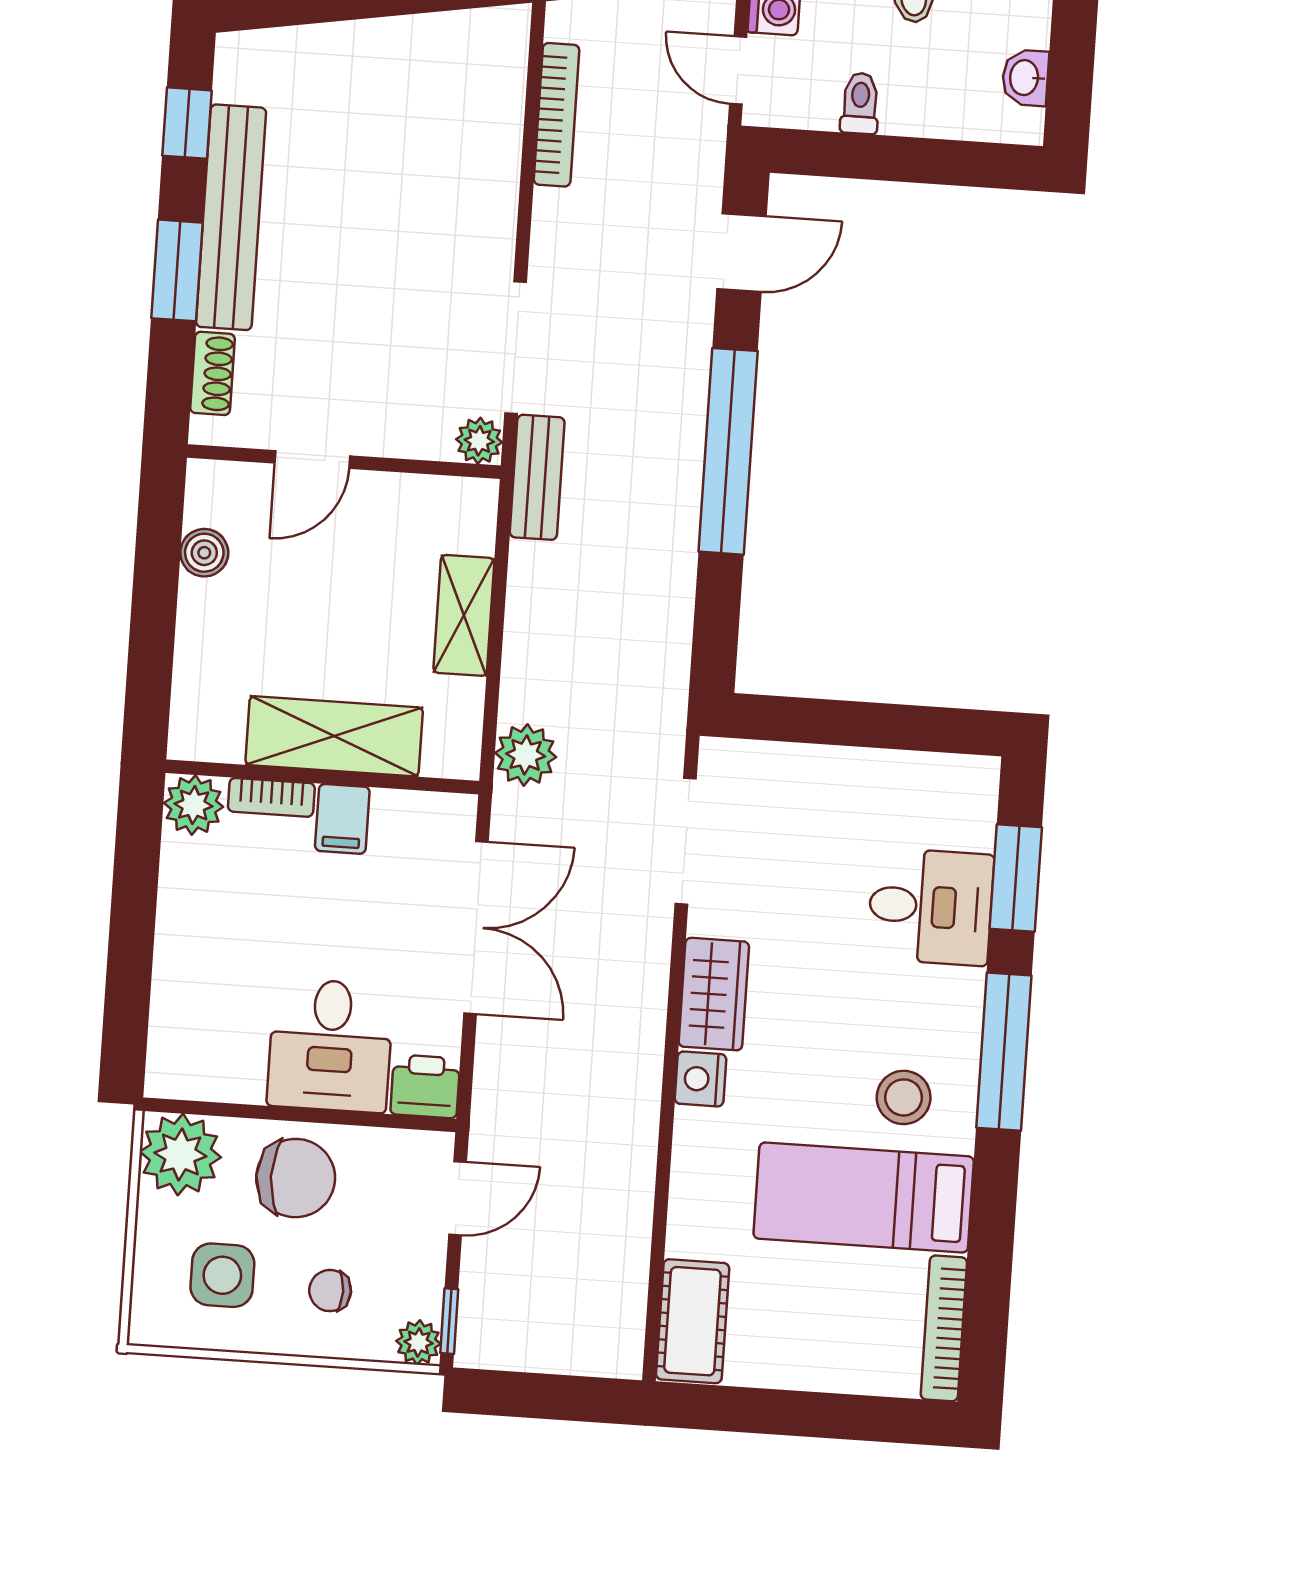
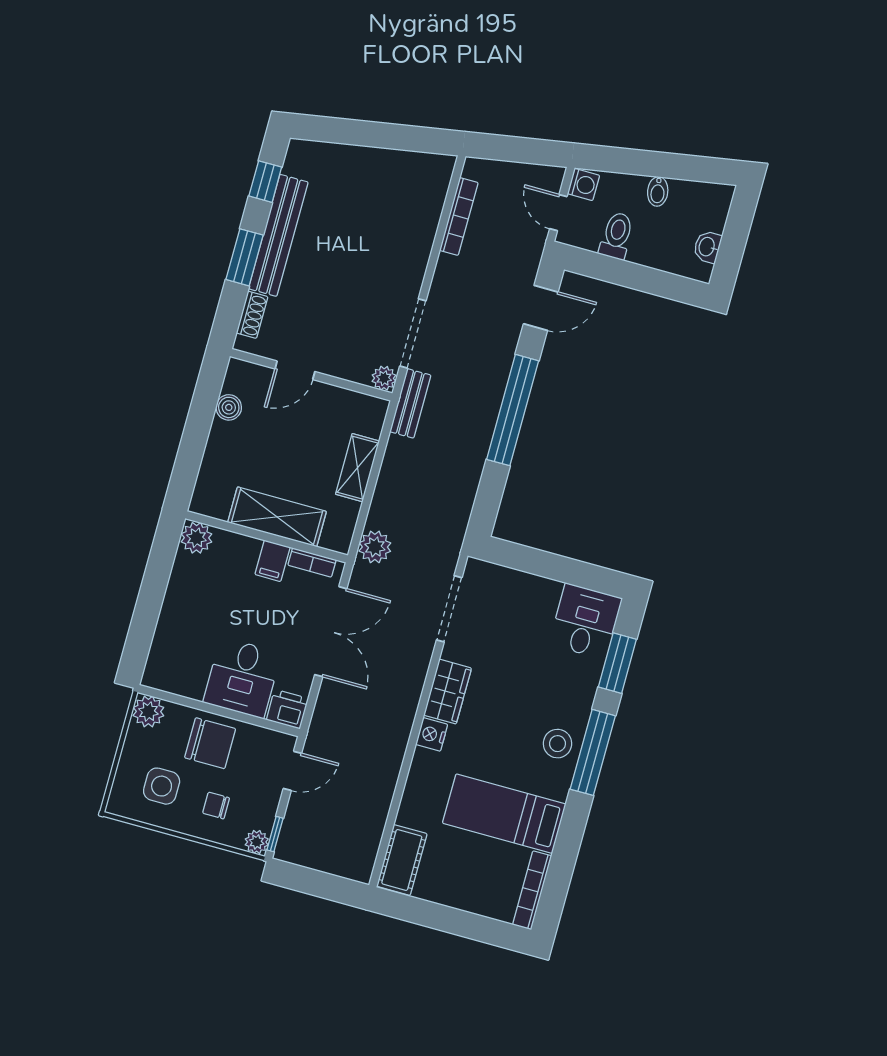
toilet: (860, 103) -> (616, 236), width x1.37, depth x1.39
bookcase: (271, 797) -> (312, 563), moved
desk: (931, 907) -> (585, 621), moved, turned -90
stool: (904, 1097) -> (558, 744), moved
plant: (180, 1154) -> (148, 712), width x0.73, depth x0.73

